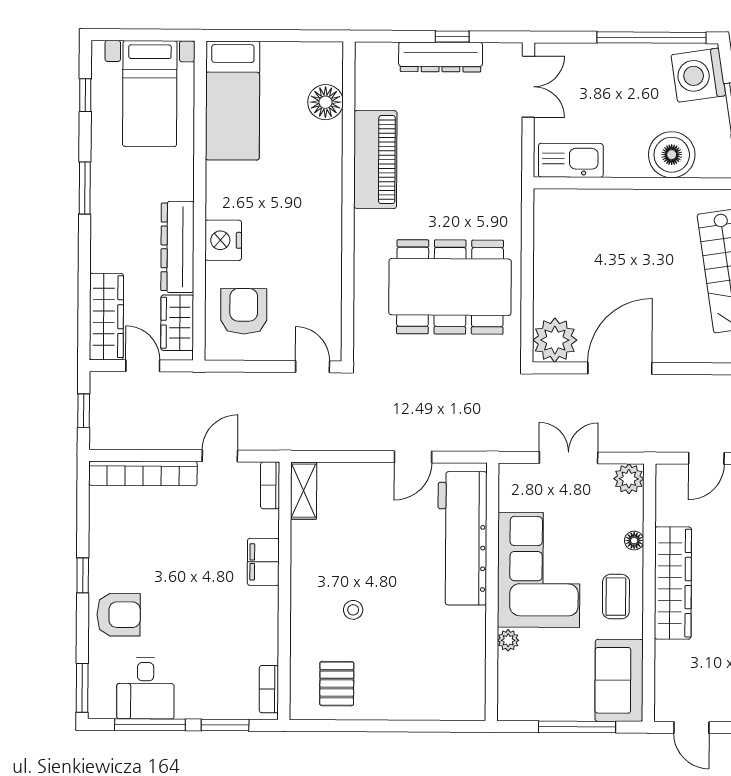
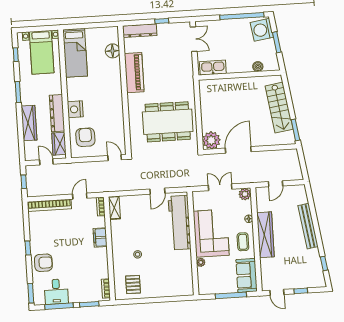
dresser: (441, 57) -> (140, 31), moved
boiler: (672, 155) -> (258, 67), width x0.54, depth x0.54
wardrobe: (106, 317) -> (29, 123), moved

